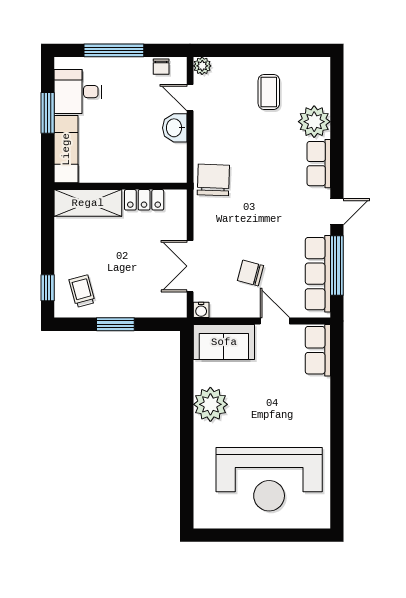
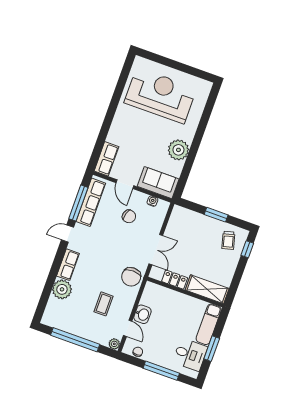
window: (266, 50) -> (75, 340), added
coffee table: (269, 92) -> (104, 304), moved
double door: (190, 266) -> (156, 250), moved
water cooler: (201, 310) -> (152, 201), moved

